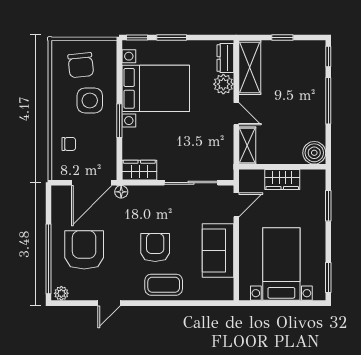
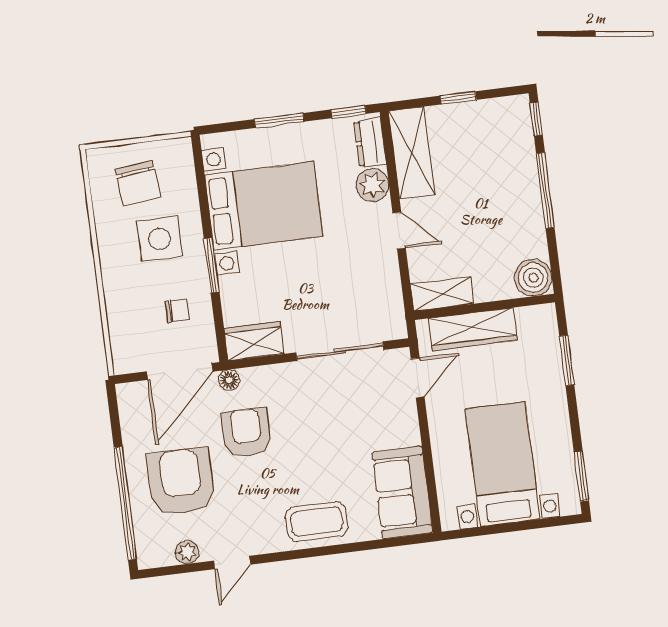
window: (137, 38) -> (349, 112), moved
chair: (69, 144) -> (177, 310), moved
shelving: (247, 145) -> (442, 294), moved, turned 90
wardrobe: (282, 180) -> (473, 329), width x1.50
armchair: (155, 247) -> (246, 432), moved
sofa: (218, 250) -> (402, 492), moved
plant: (61, 293) -> (187, 552), moved

